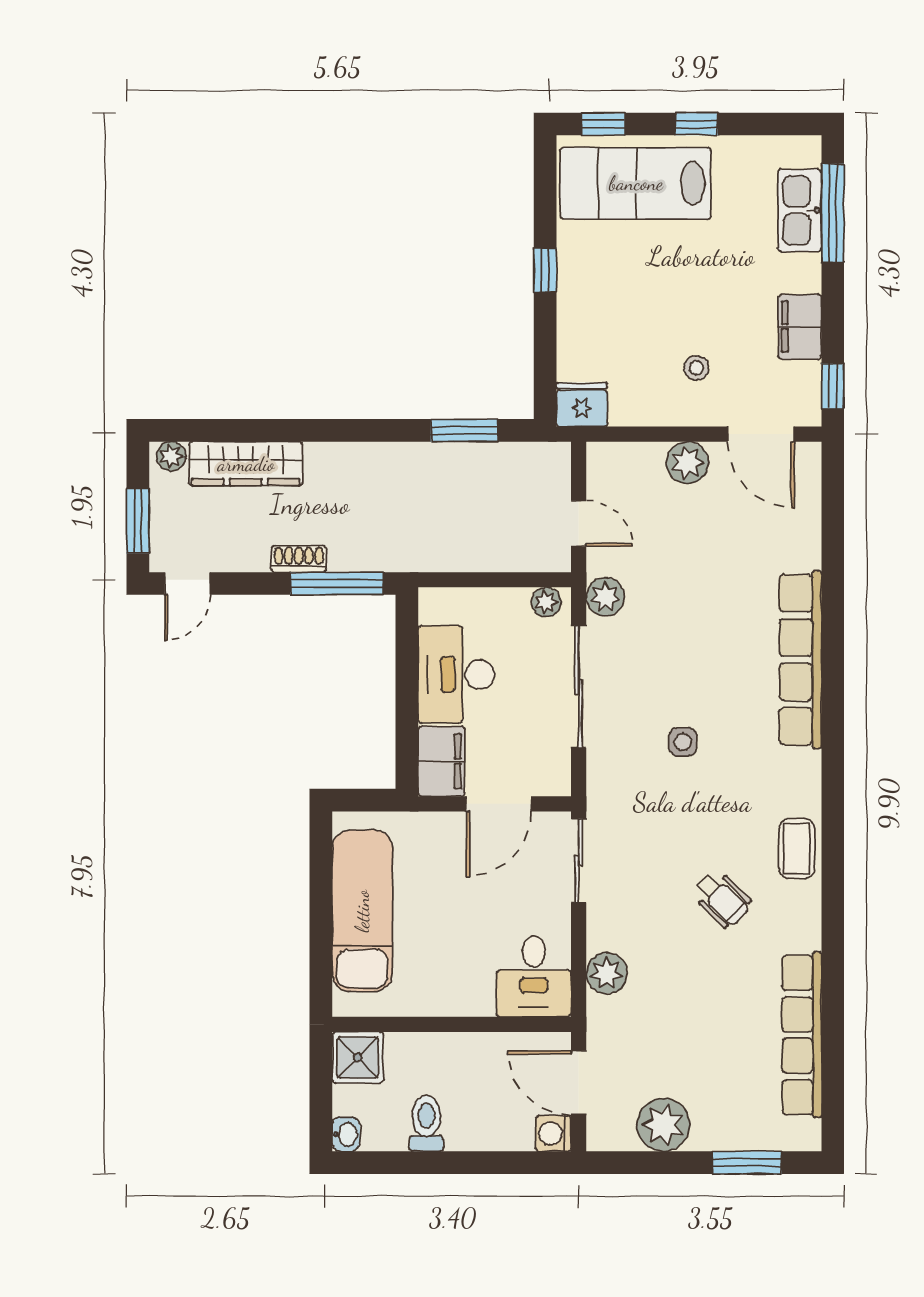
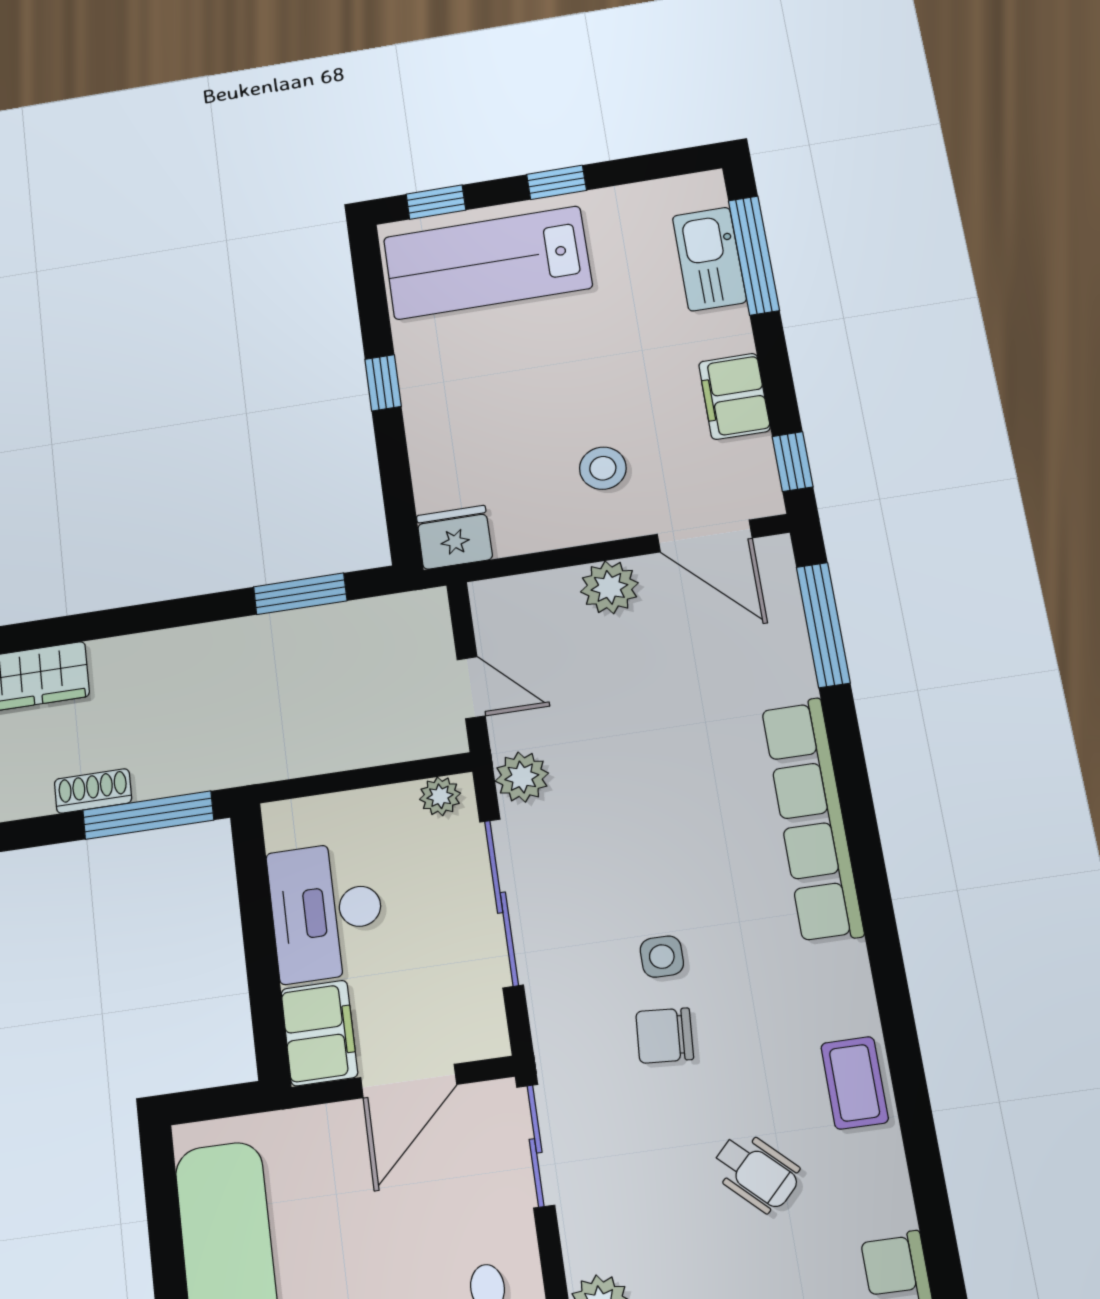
stool: (696, 368) -> (603, 468), width x1.37, depth x1.37
window: (833, 516) -> (823, 625), added
chair: (676, 797) -> (665, 1036), added

